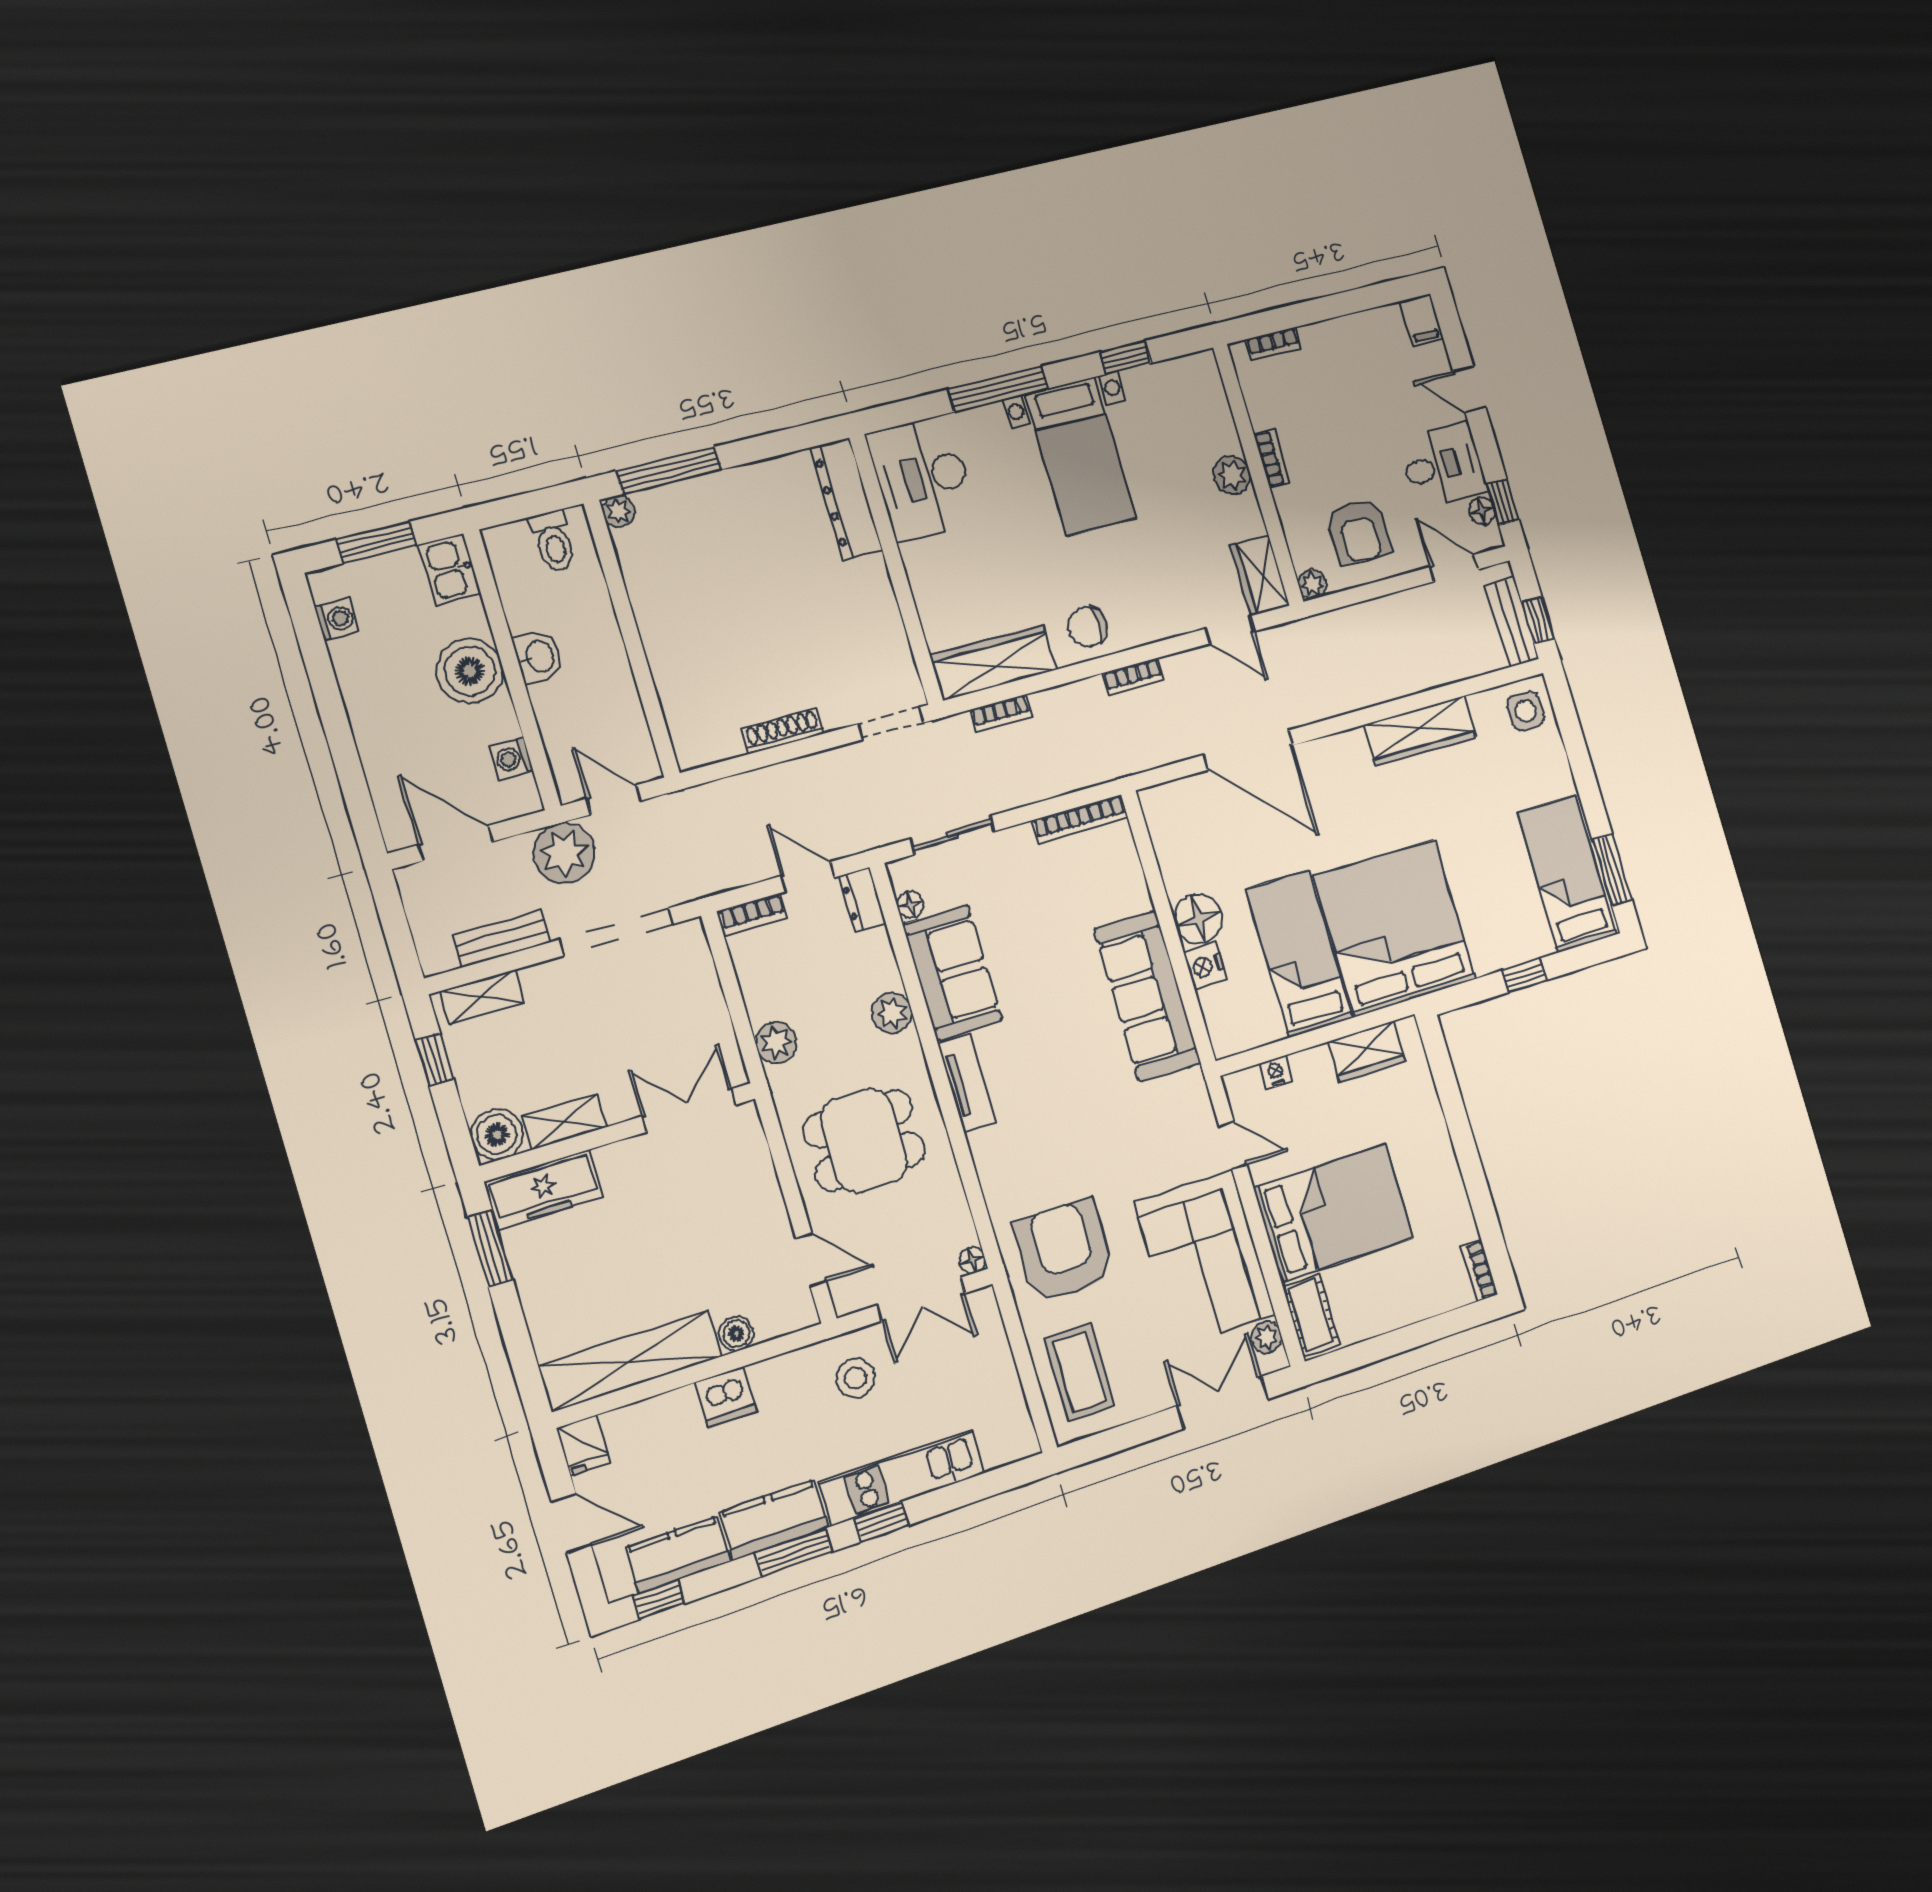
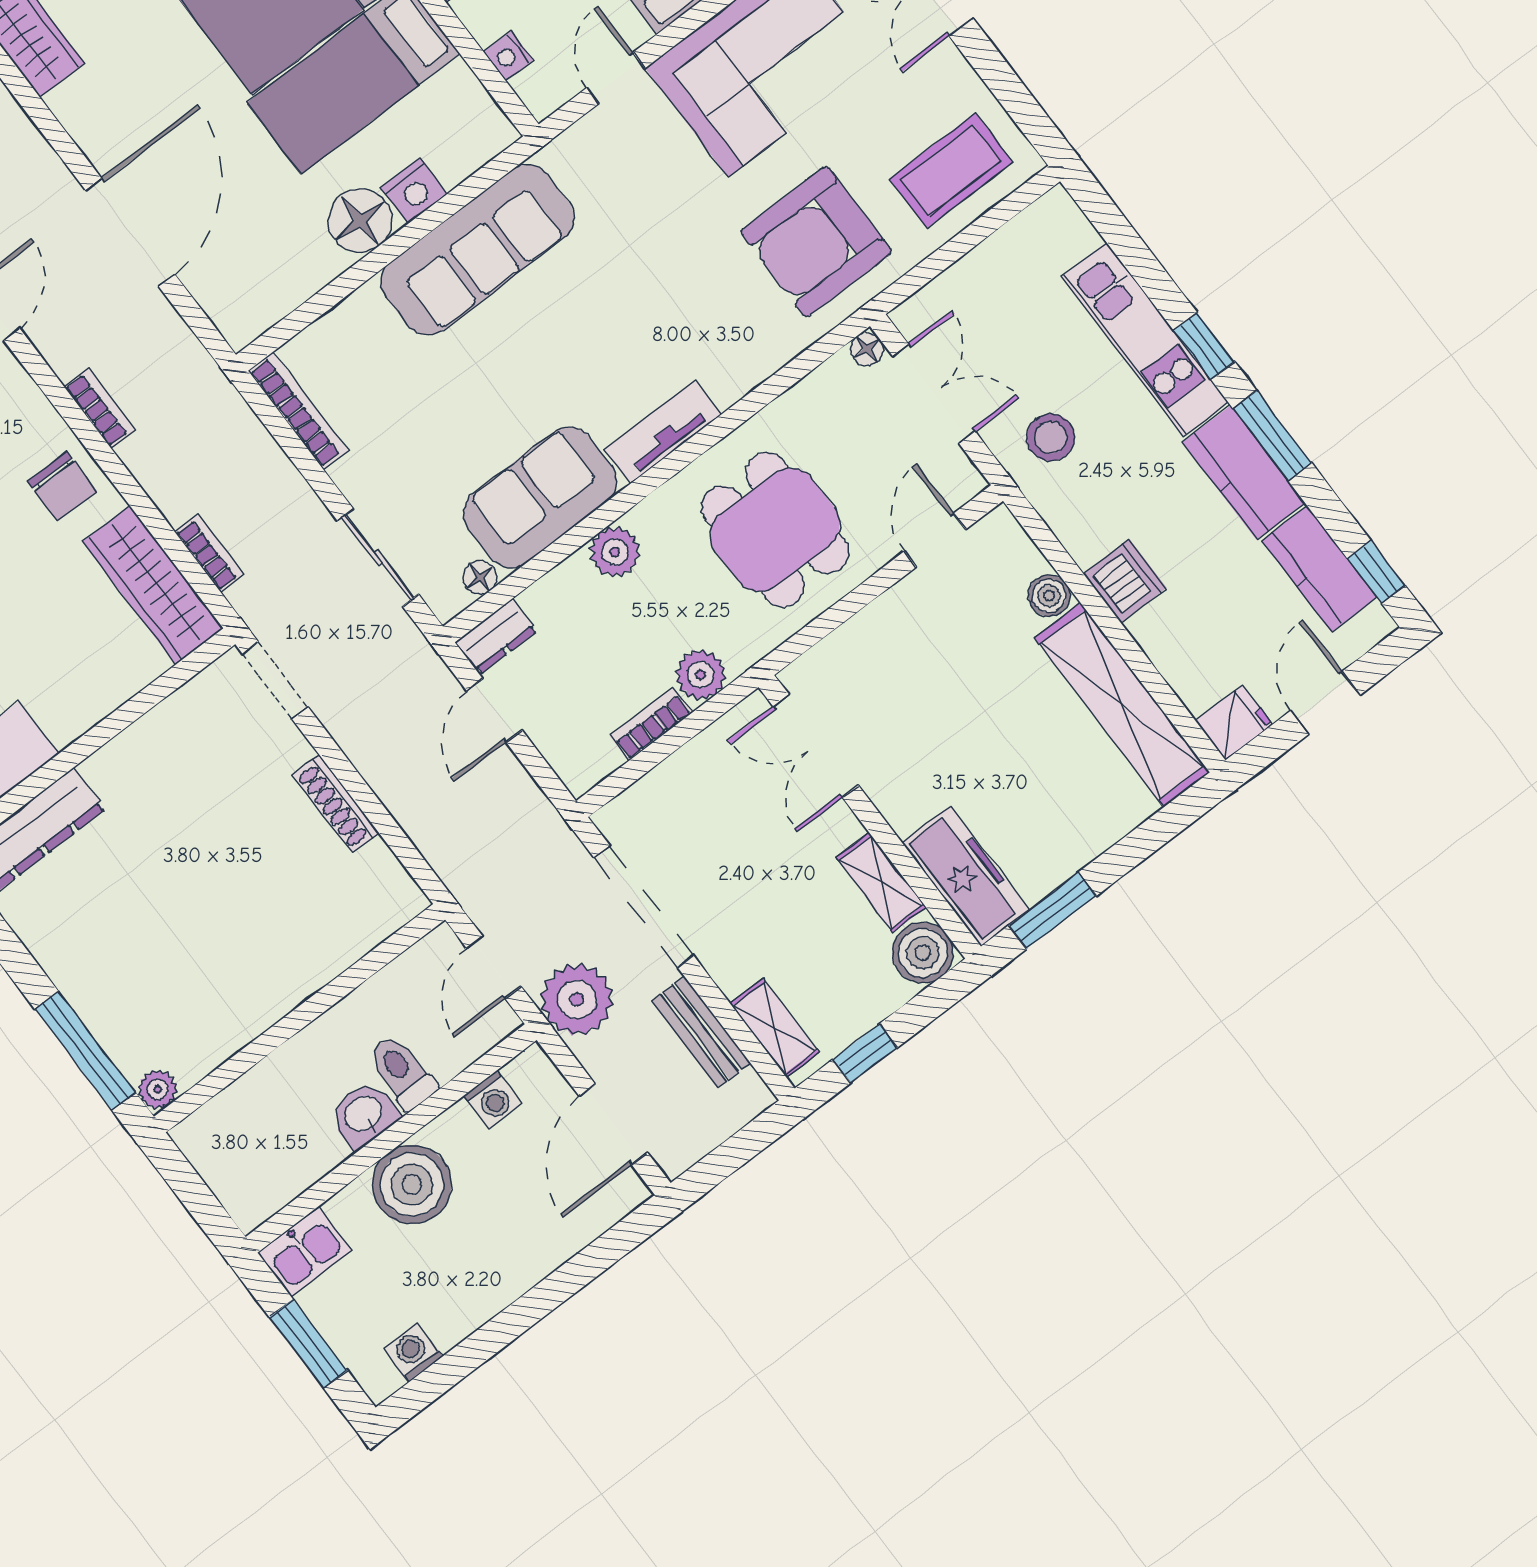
toilet: (553, 541) -> (402, 1072), moved, turned -90
bookcase: (752, 914) -> (651, 724), moved, turned -90

